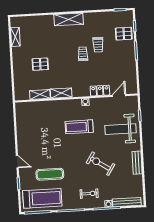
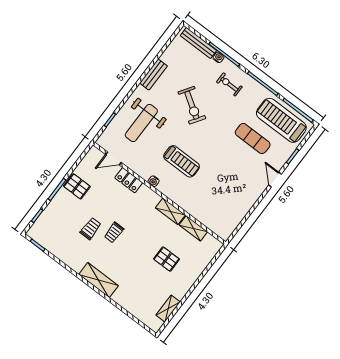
pallet: (124, 34) -> (77, 186), moved
weight bench: (120, 129) -> (141, 123), turned 90

